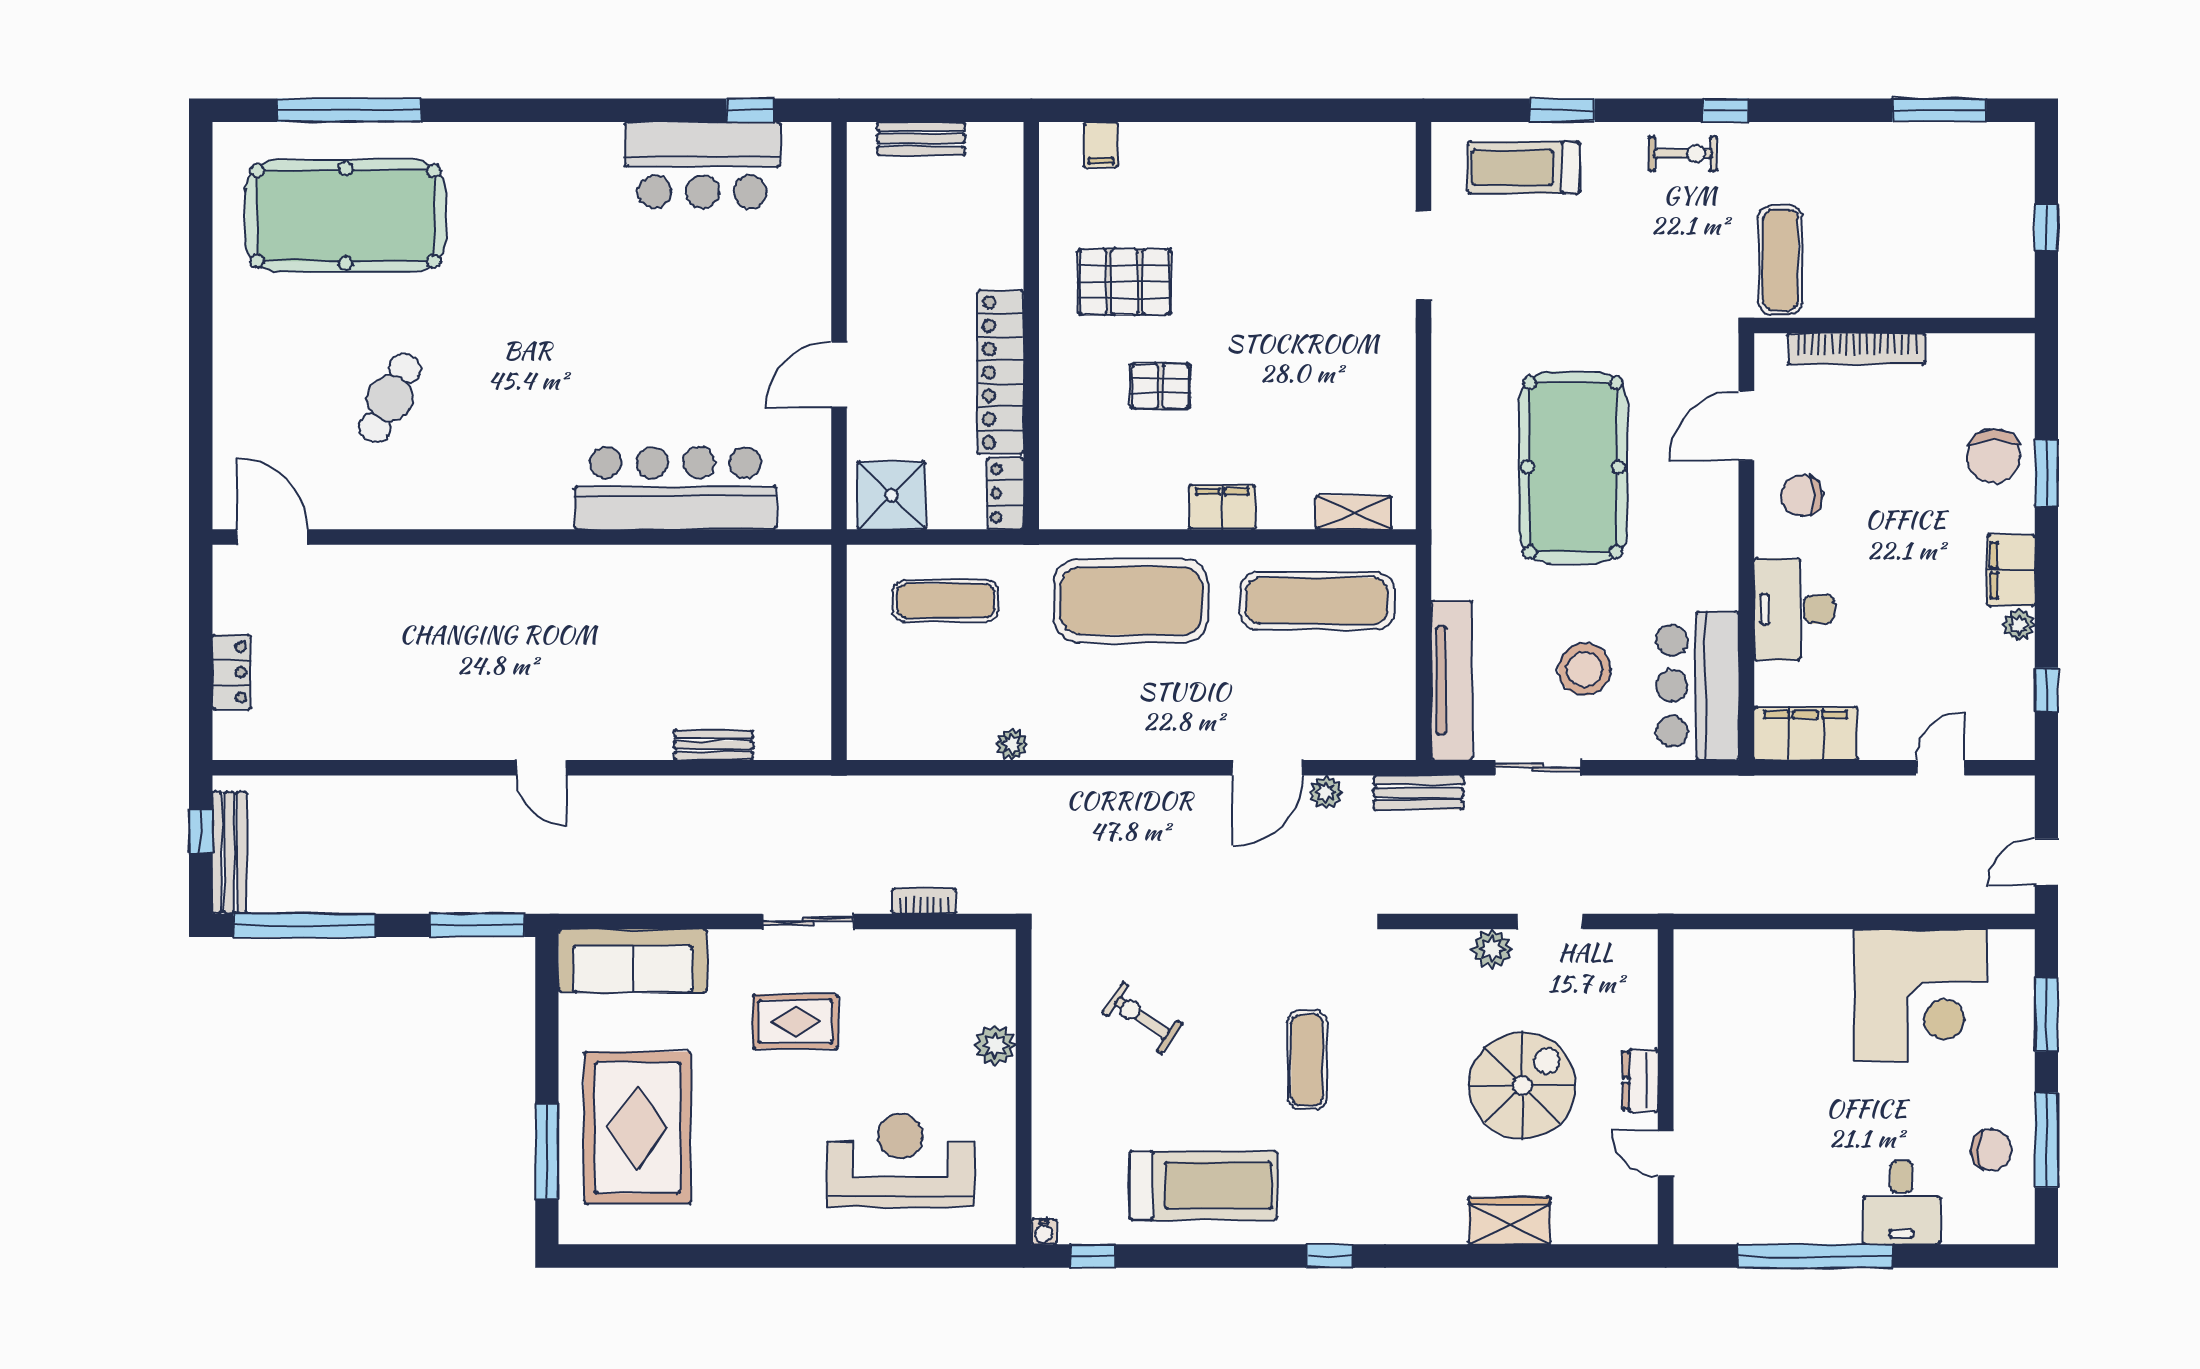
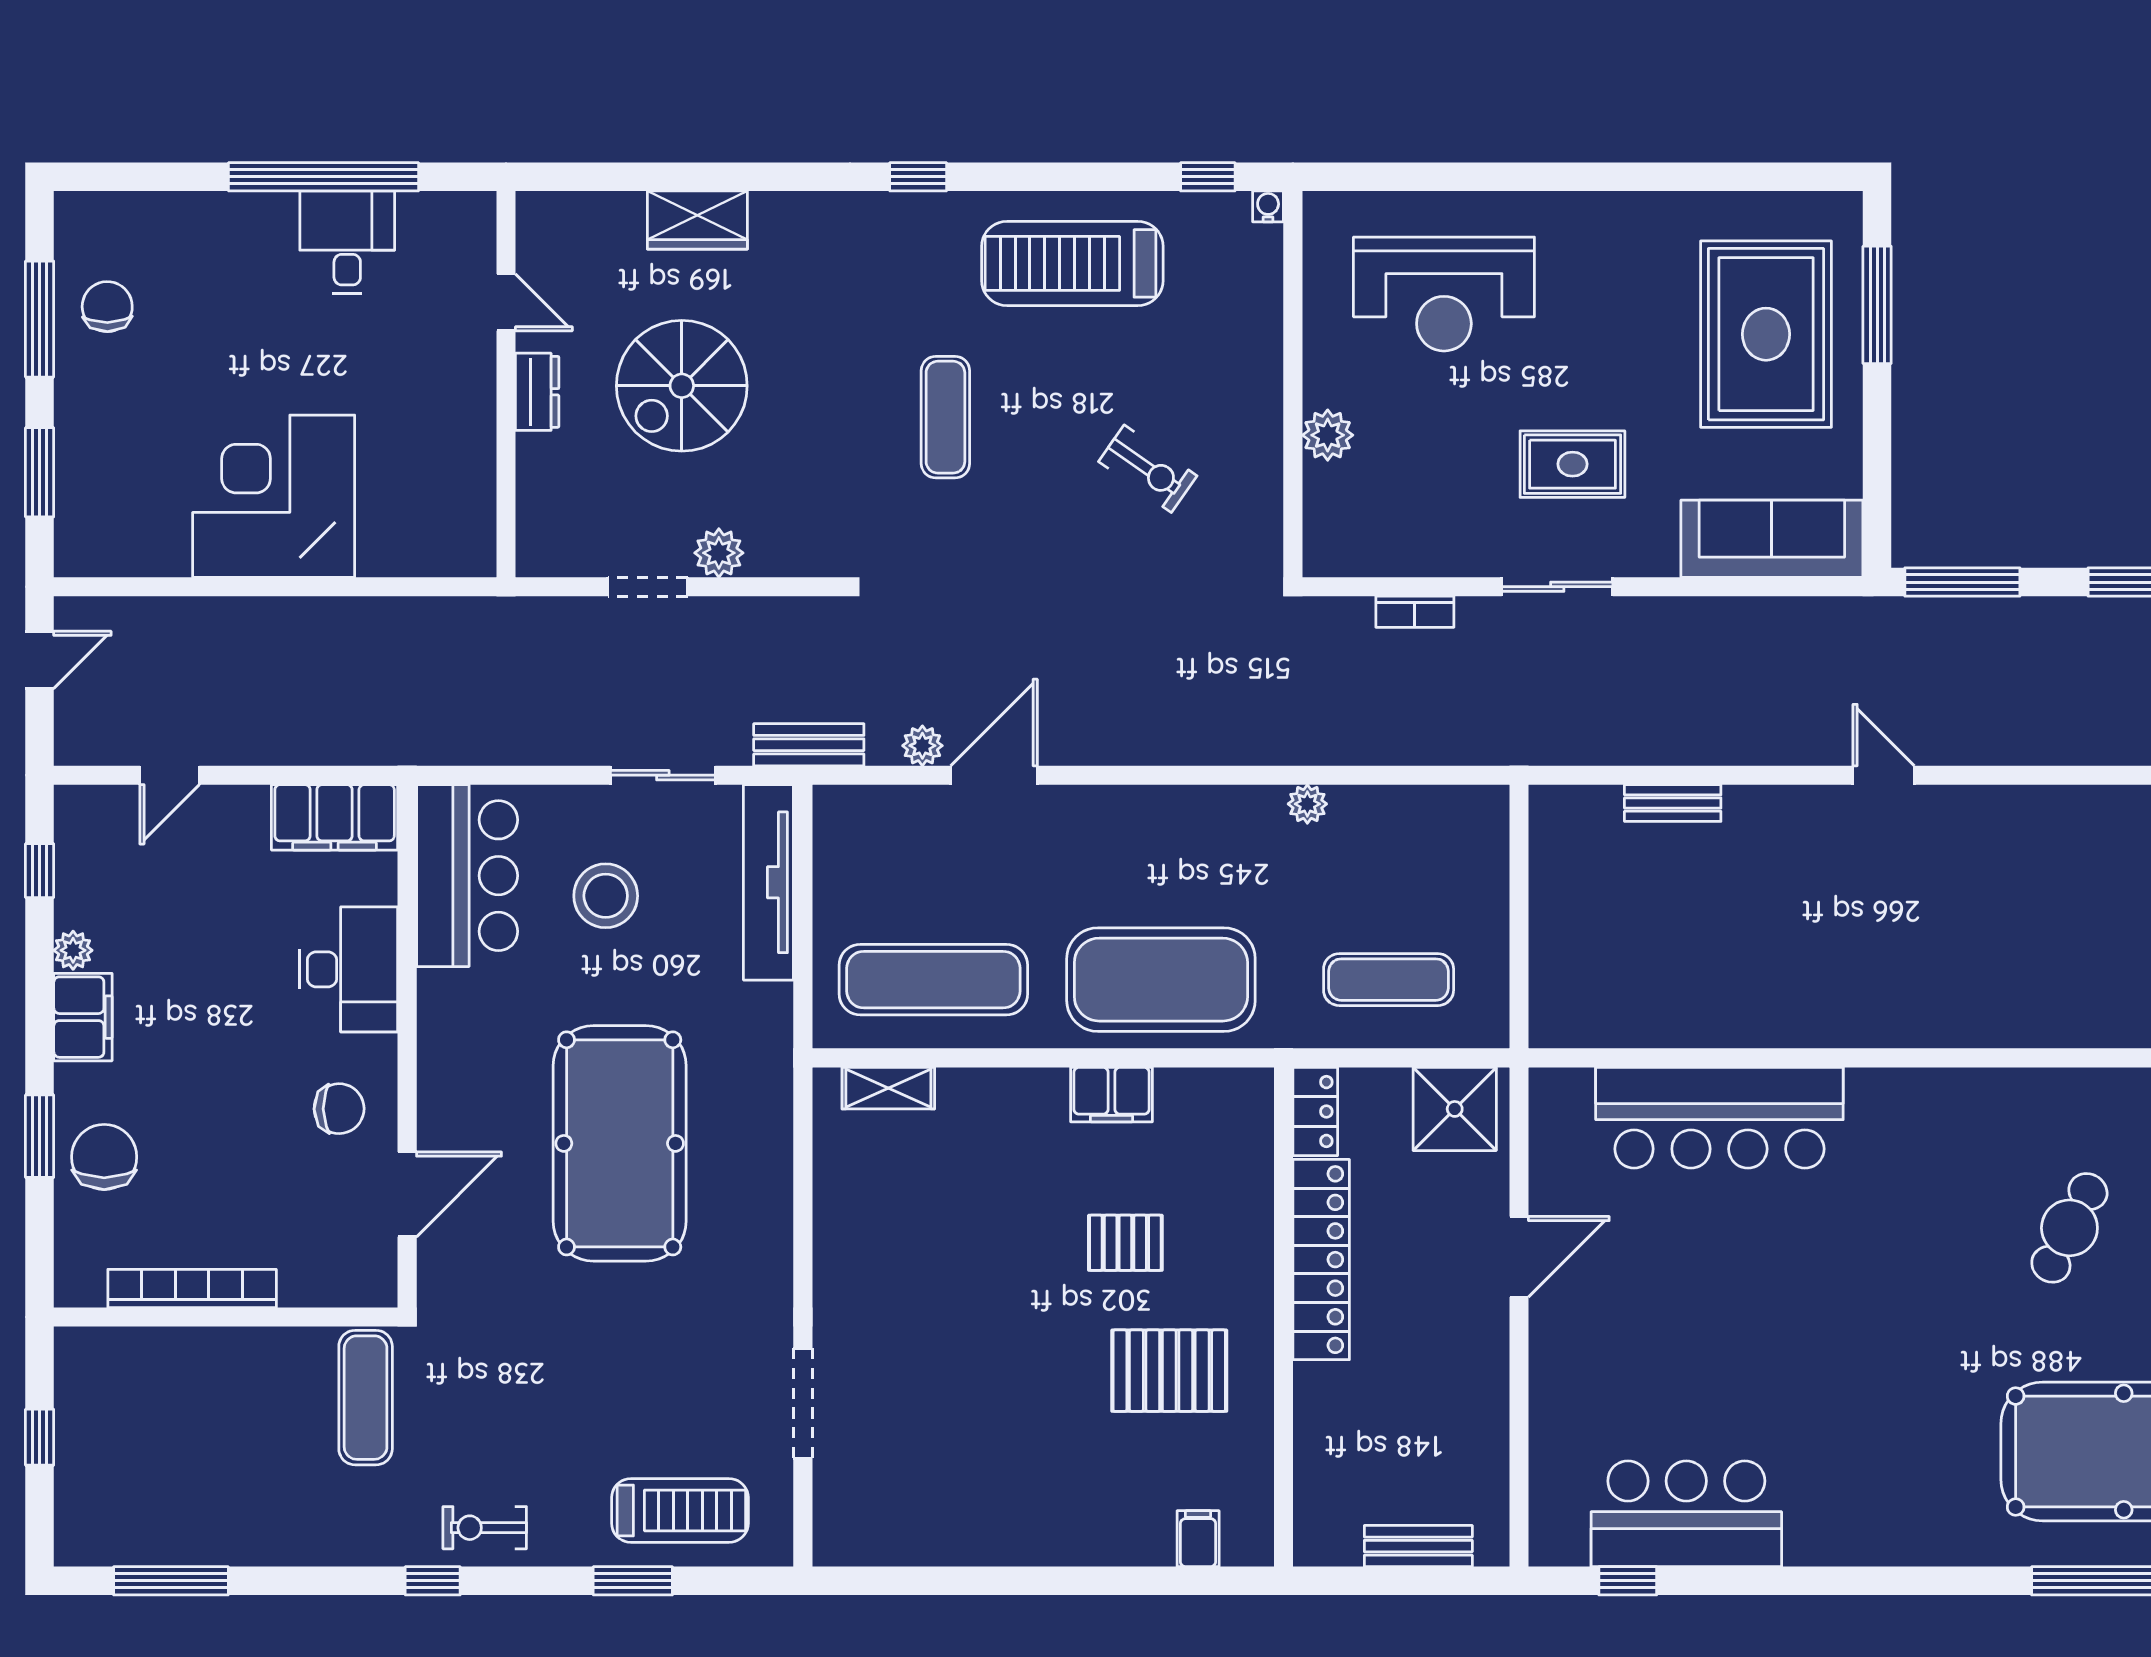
bookcase: (1857, 349) -> (192, 1288), moved
filing cabinet: (1222, 507) -> (1112, 1095), moved
corner desk: (1920, 995) -> (274, 496), moved
chair: (1991, 1150) -> (107, 307), turned 89
desk: (1901, 1203) -> (347, 242), moved

